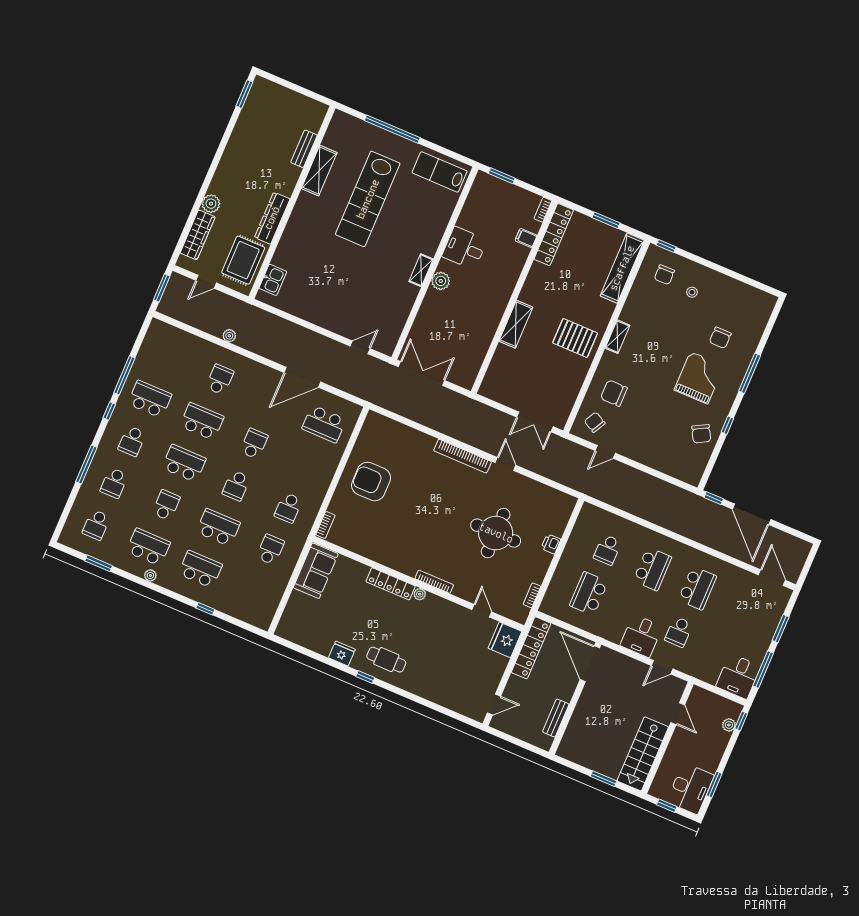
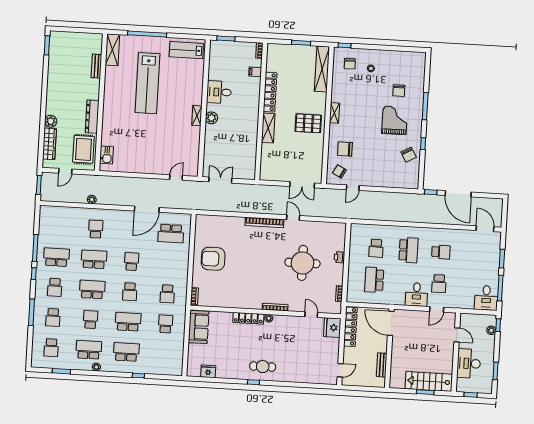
shelving: (319, 171) -> (112, 50), moved
locker: (554, 235) -> (270, 92), moved
double door: (422, 374) -> (220, 180), width x0.73
school desk: (697, 588) -> (441, 252), width x0.54
fridge: (342, 654) -> (208, 371), moved
stairs: (643, 754) -> (429, 381), moved, turned 90
desk: (690, 789) -> (469, 363), moved, turned 180

